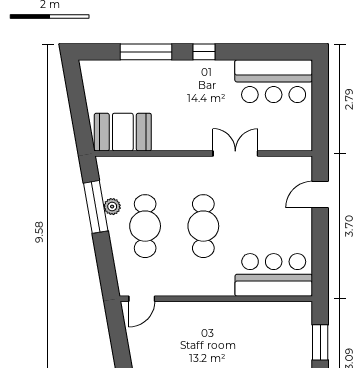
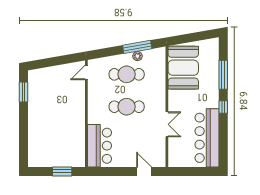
bar counter: (274, 81) -> (207, 138), width x1.36
booth: (123, 132) -> (183, 68), width x1.36, depth x1.42
door: (142, 299) -> (86, 72), hinge flipped

